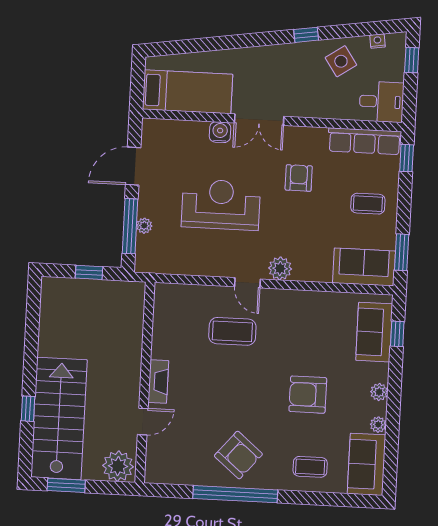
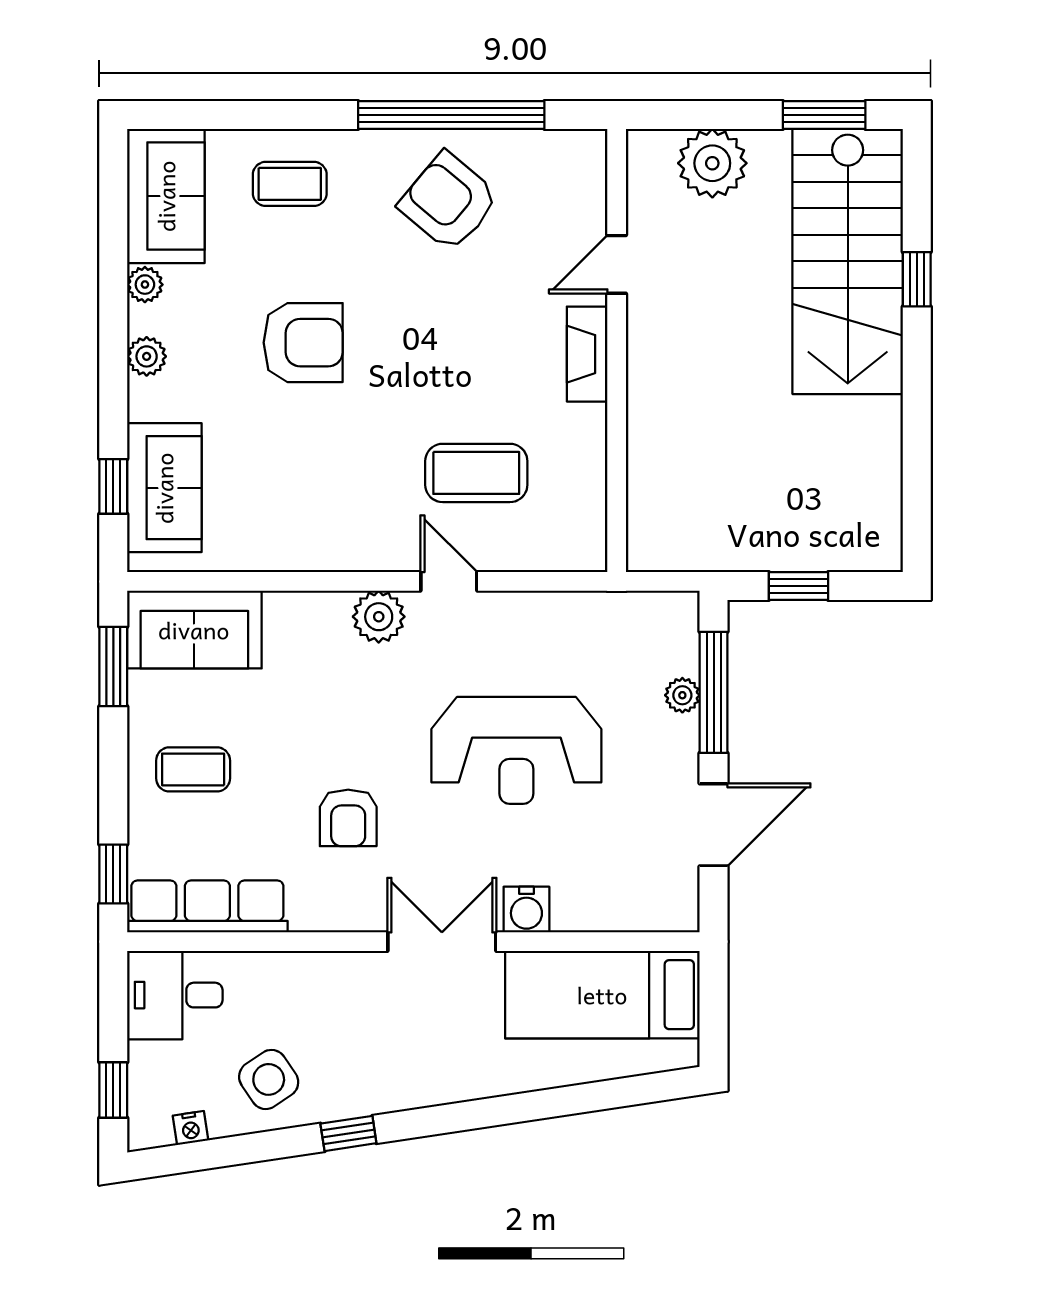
wall: (145, 382) -> (617, 351), moved
fireplace: (158, 382) -> (587, 354), moved
door: (143, 422) -> (617, 264), moved

